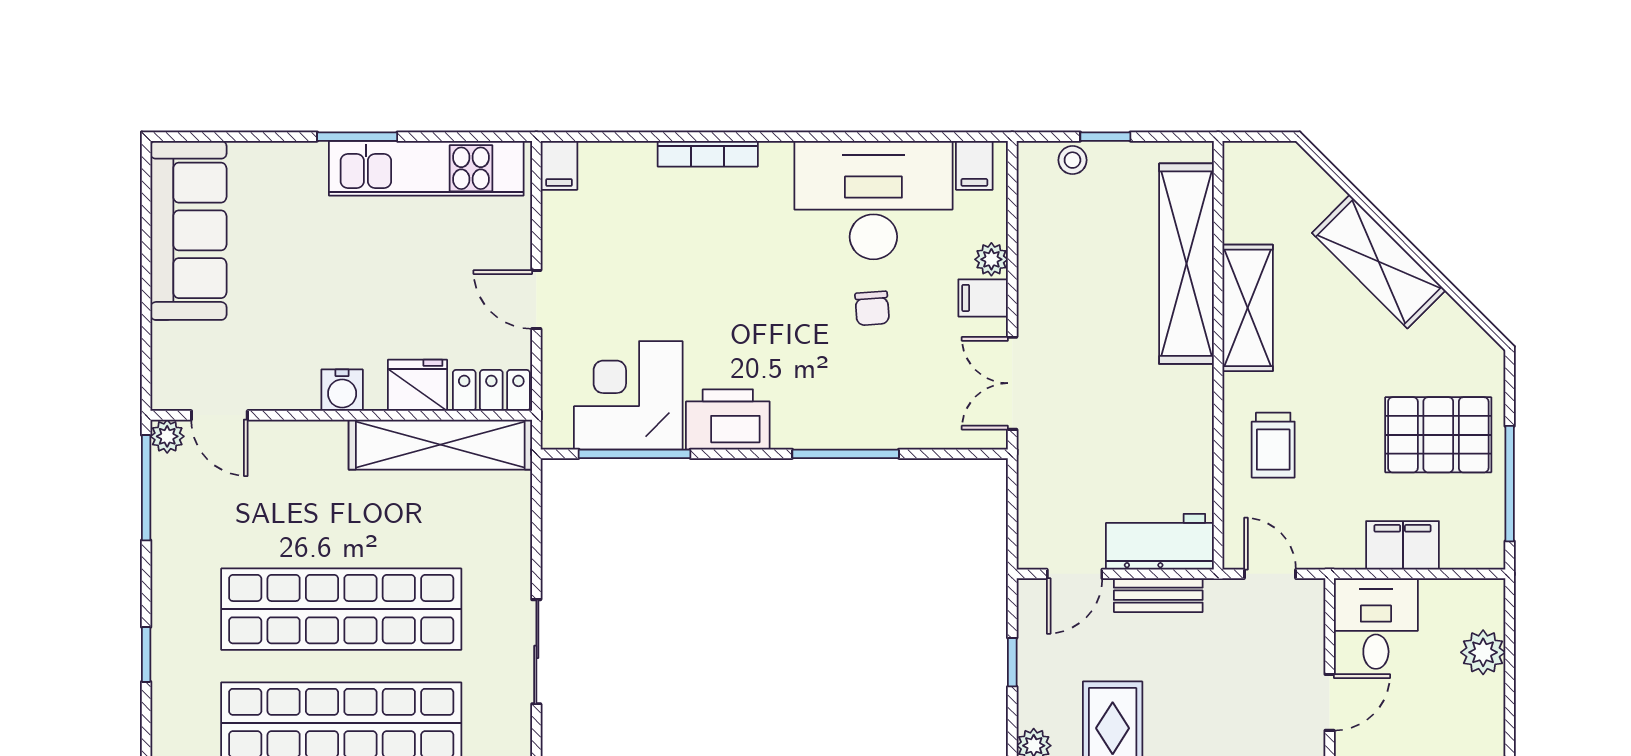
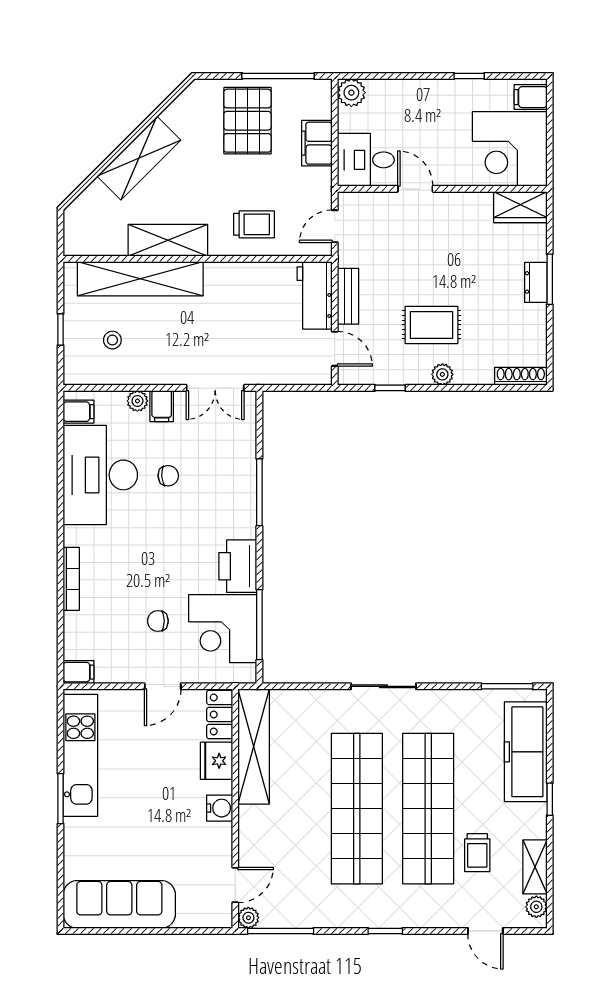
stool: (1072, 160) -> (112, 340), moved
chair: (640, 292) -> (158, 621), added
plant: (1483, 652) -> (351, 93), moved

